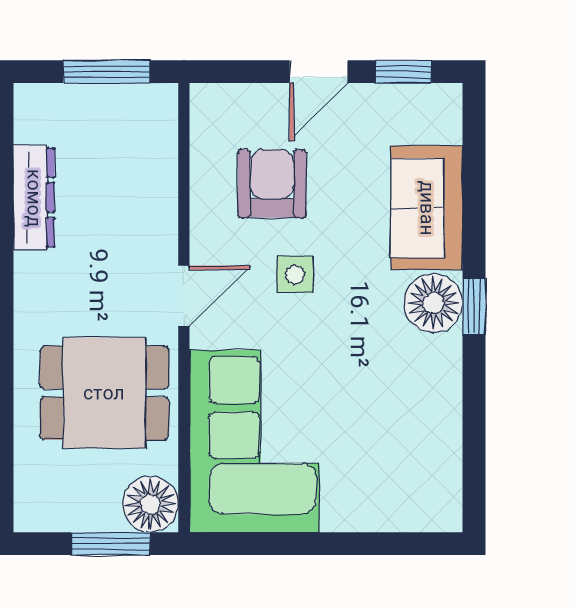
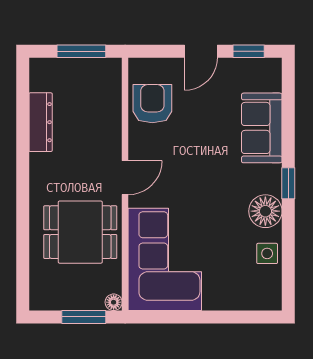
armchair: (272, 184) -> (152, 104), moved
side table: (295, 275) -> (267, 253), moved
floor lamp: (433, 303) -> (265, 211), moved
floor lamp: (150, 504) -> (114, 302), width x0.53, depth x0.53

